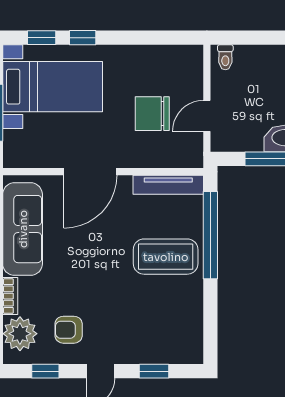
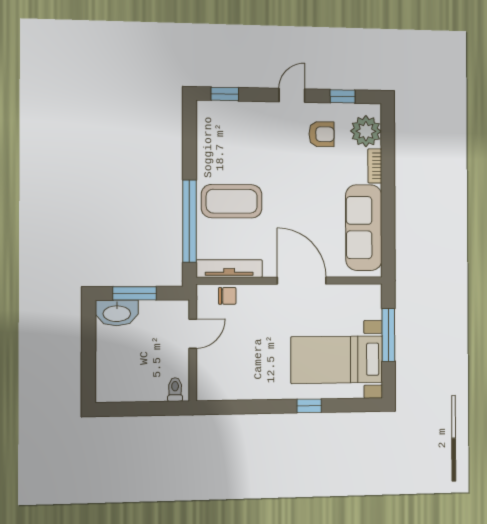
window: (42, 38) -> (347, 405), removed
chair: (152, 114) -> (227, 296), moved, width x0.54, depth x0.54
door: (90, 172) -> (302, 281), hinge flipped
window: (154, 371) -> (225, 94), moved

